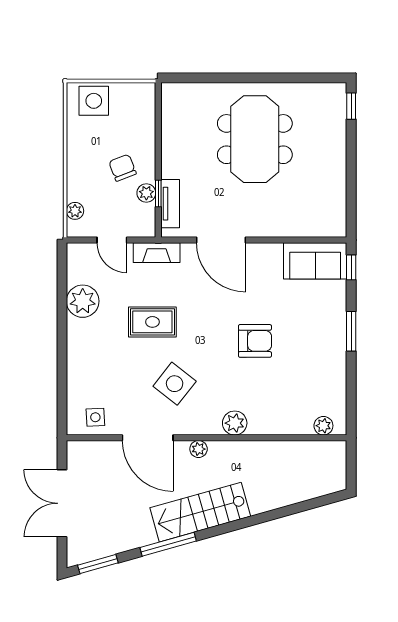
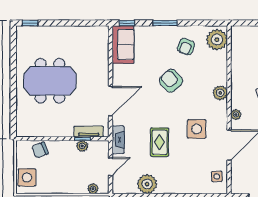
chair: (123, 168) -> (40, 150), moved
armchair: (255, 341) -> (171, 81), turned -43
armchair: (312, 366) -> (186, 47), added
side table: (175, 384) -> (197, 129), turned -38
plant: (323, 426) -> (217, 40), width x1.87, depth x1.87

